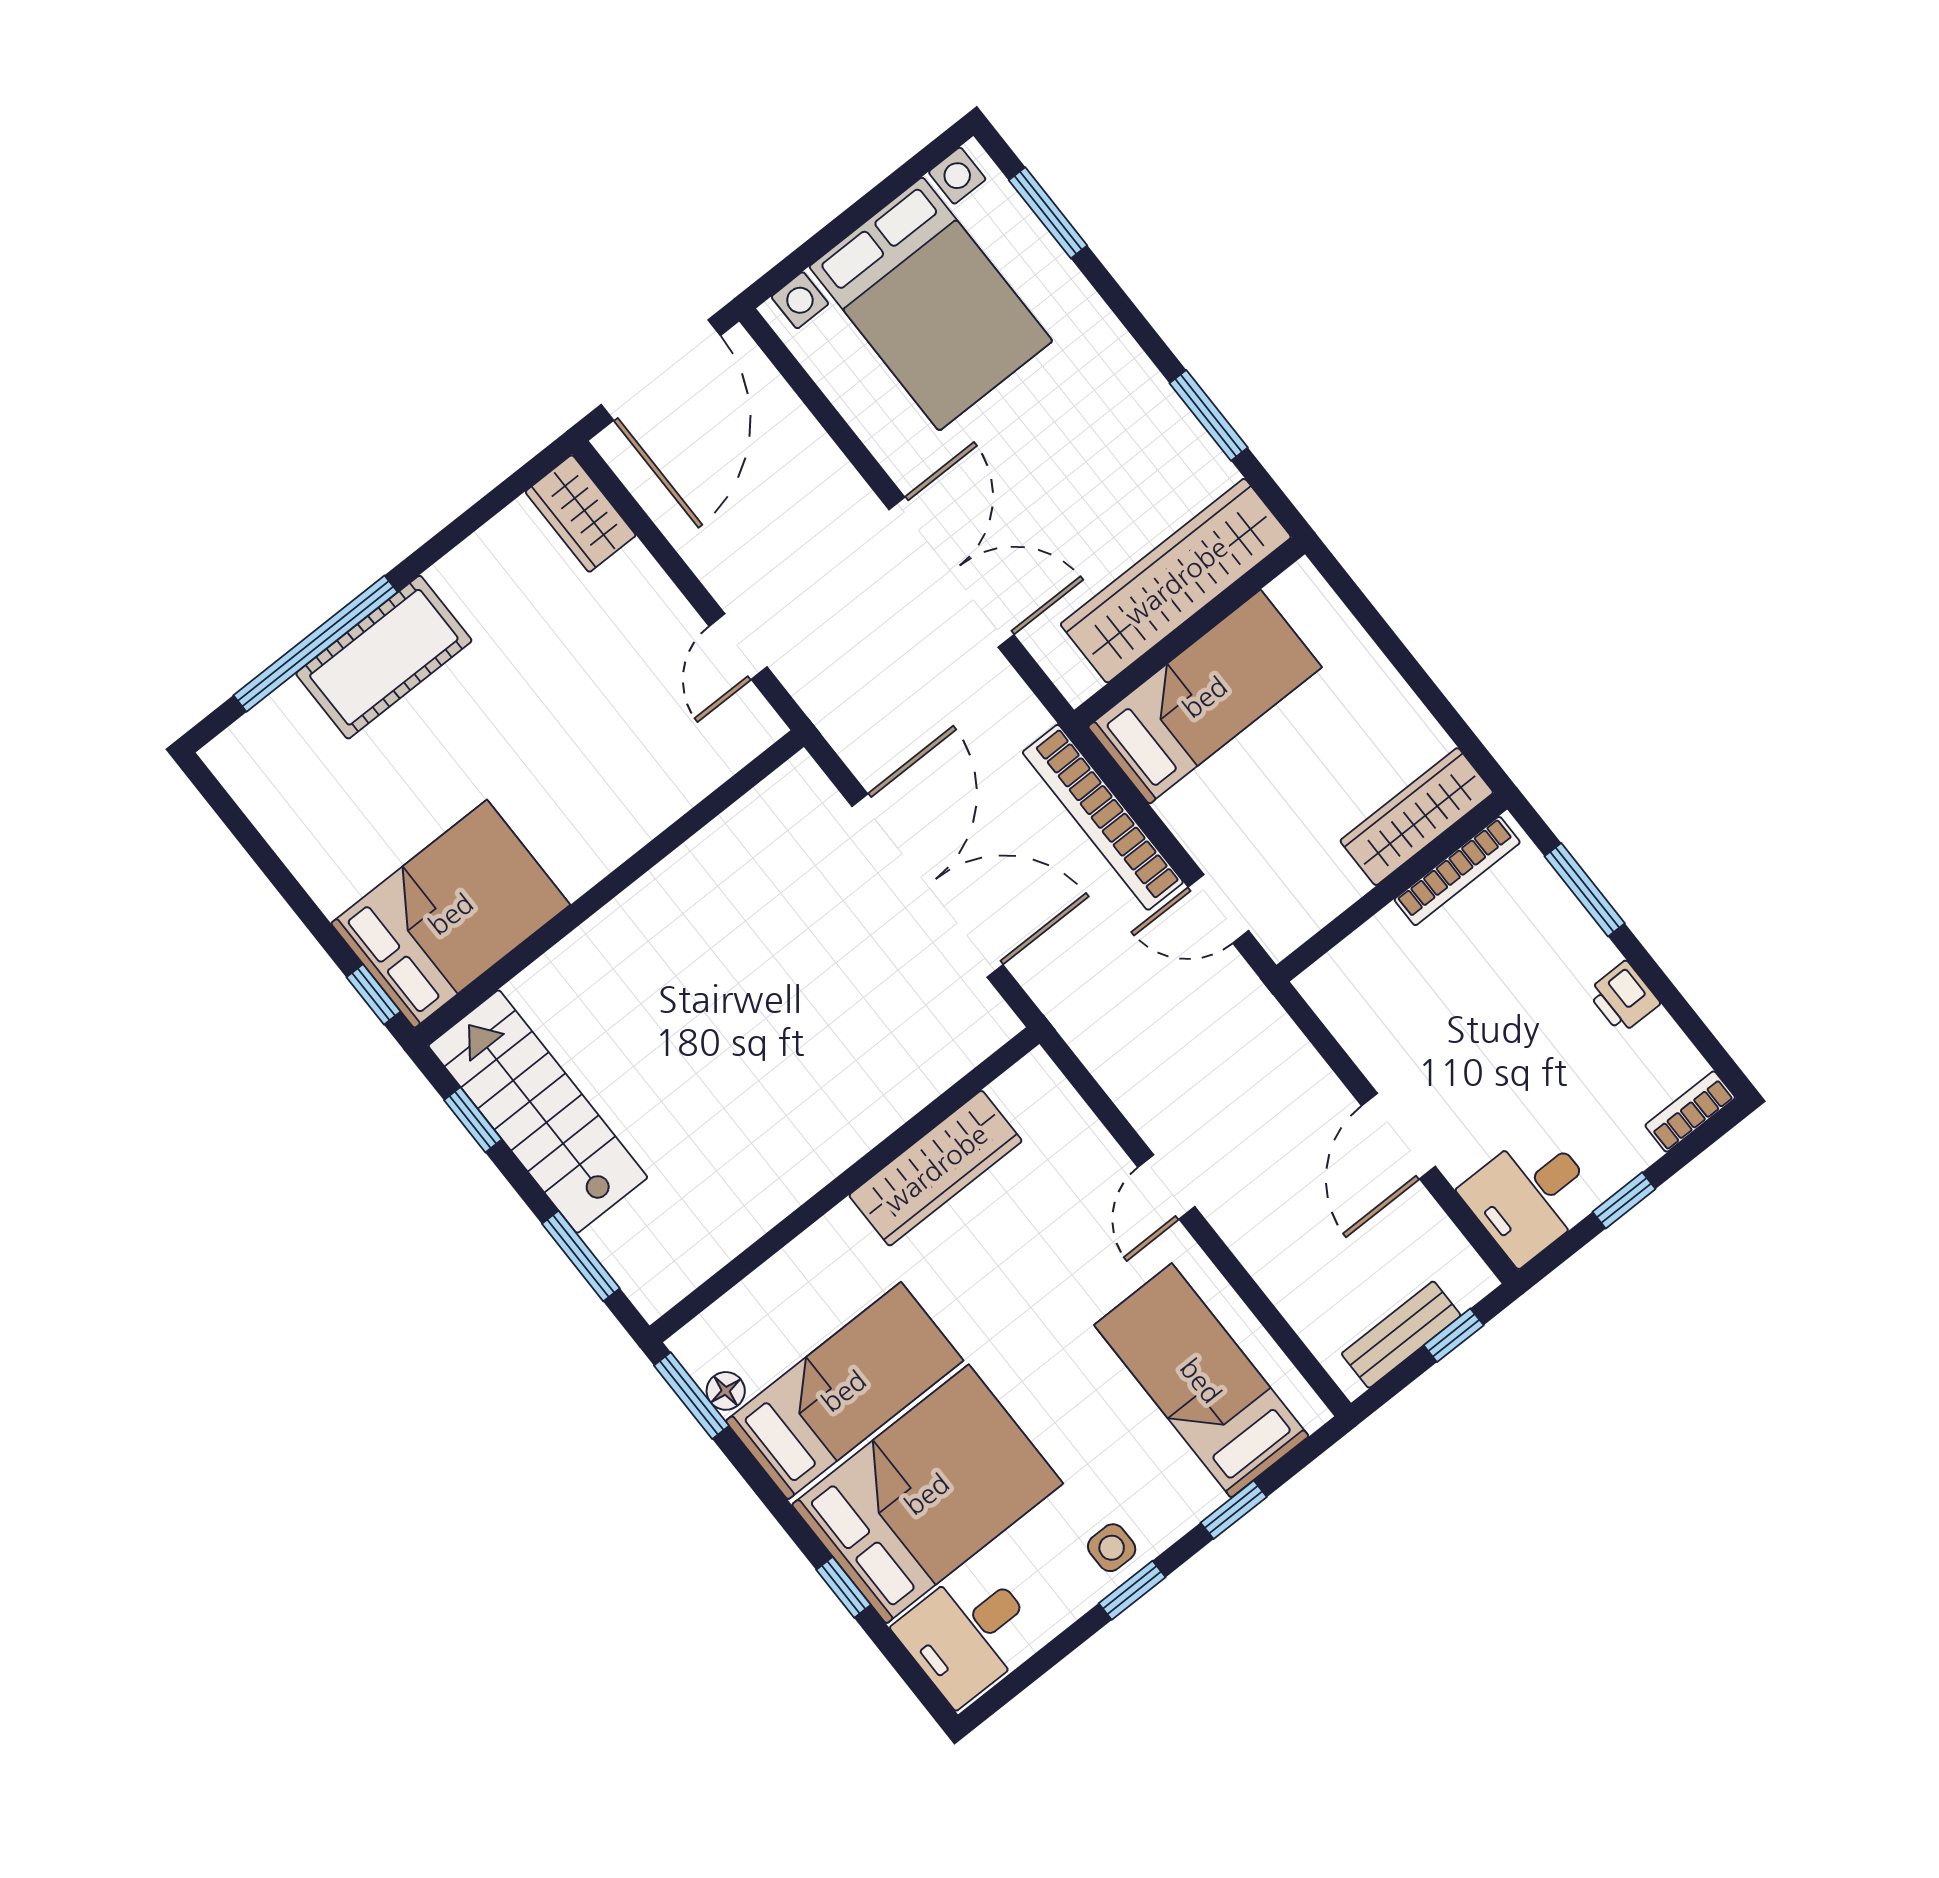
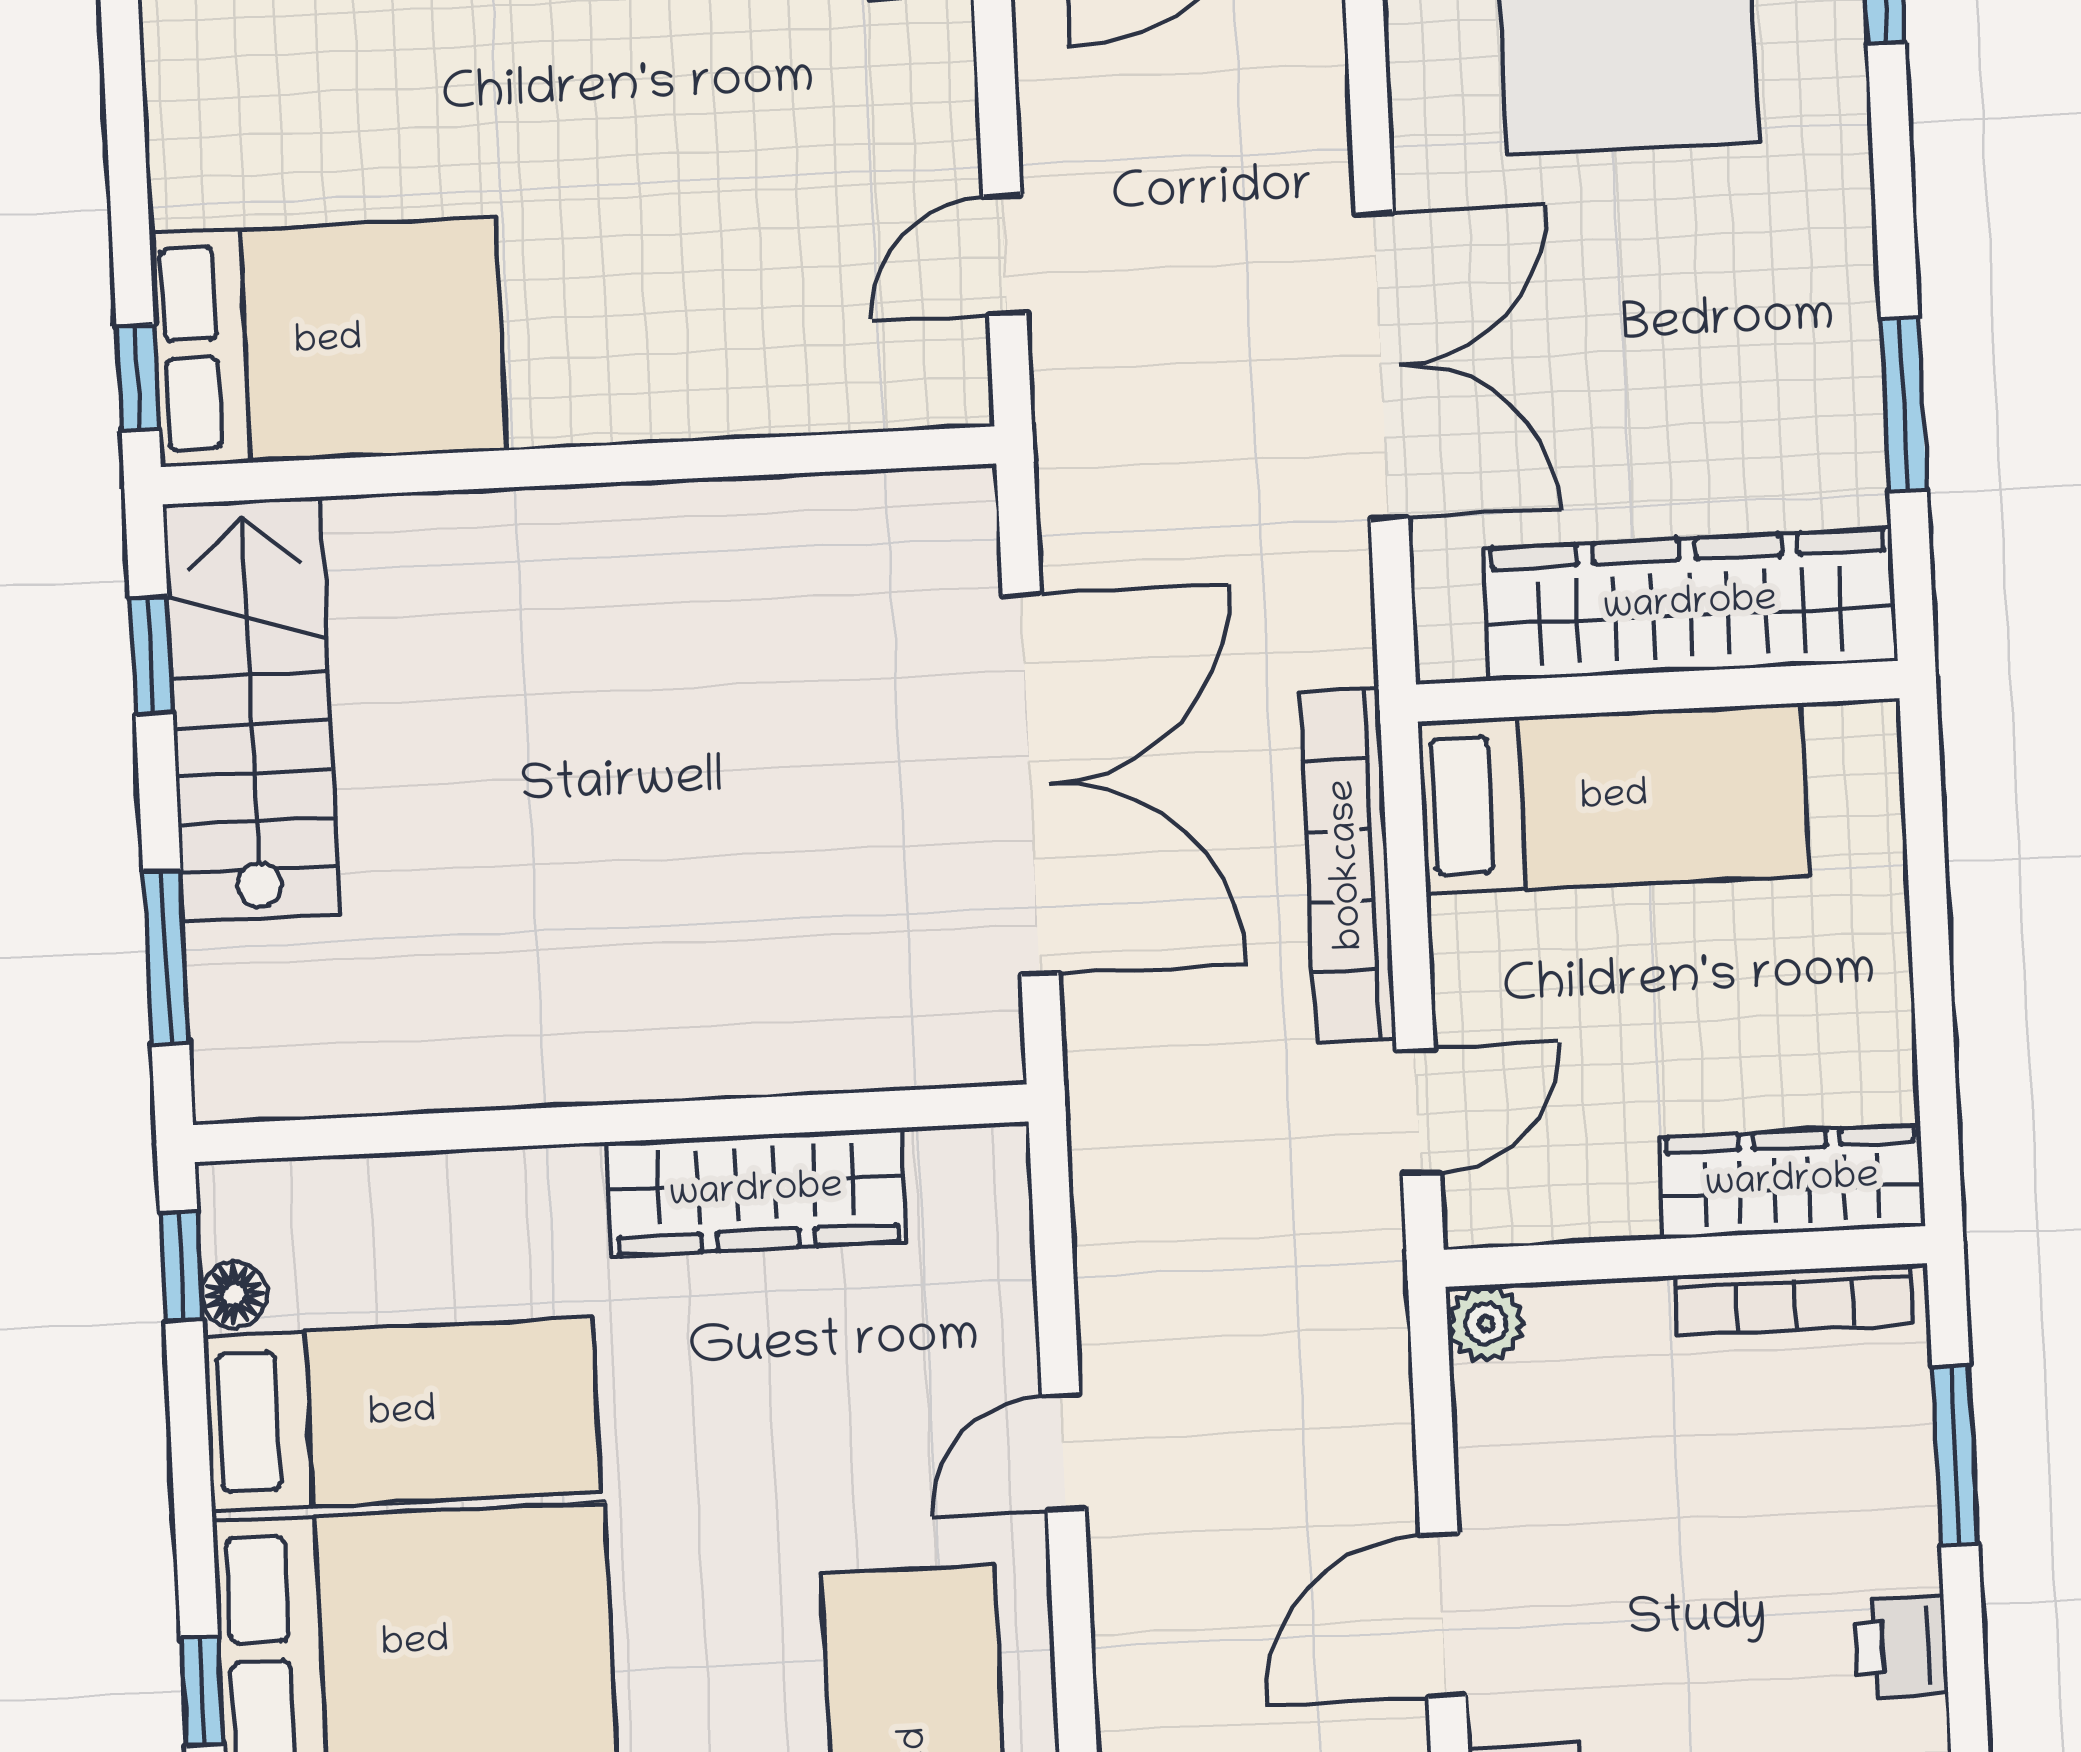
door: (1218, 909) -> (1418, 1112), swing flipped
plant: (1321, 985) -> (1486, 1323), added
window: (692, 1396) -> (181, 1266), width x0.67

